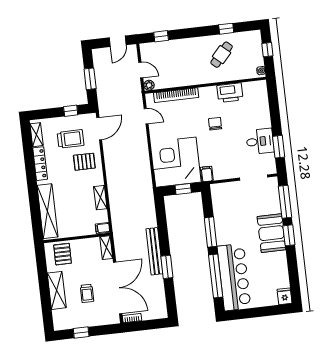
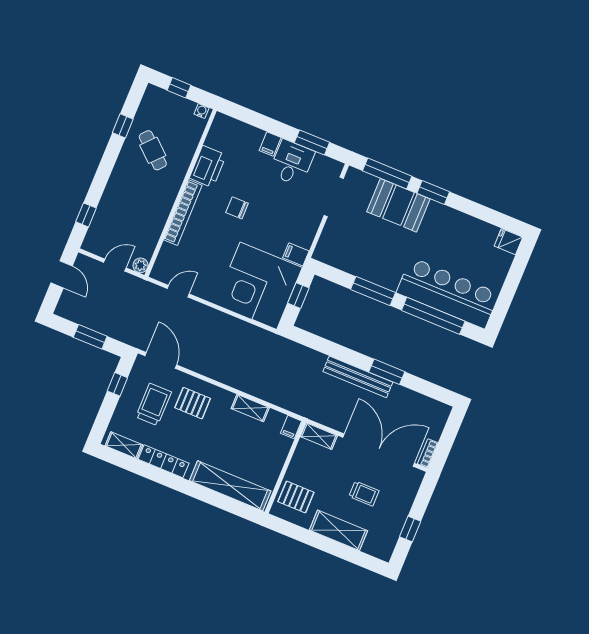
bookcase: (176, 95) -> (183, 213), moved
filing cabinet: (264, 122) -> (270, 144), added
pallet: (84, 162) -> (193, 403), turned 90
booth: (271, 233) -> (398, 205), moved

